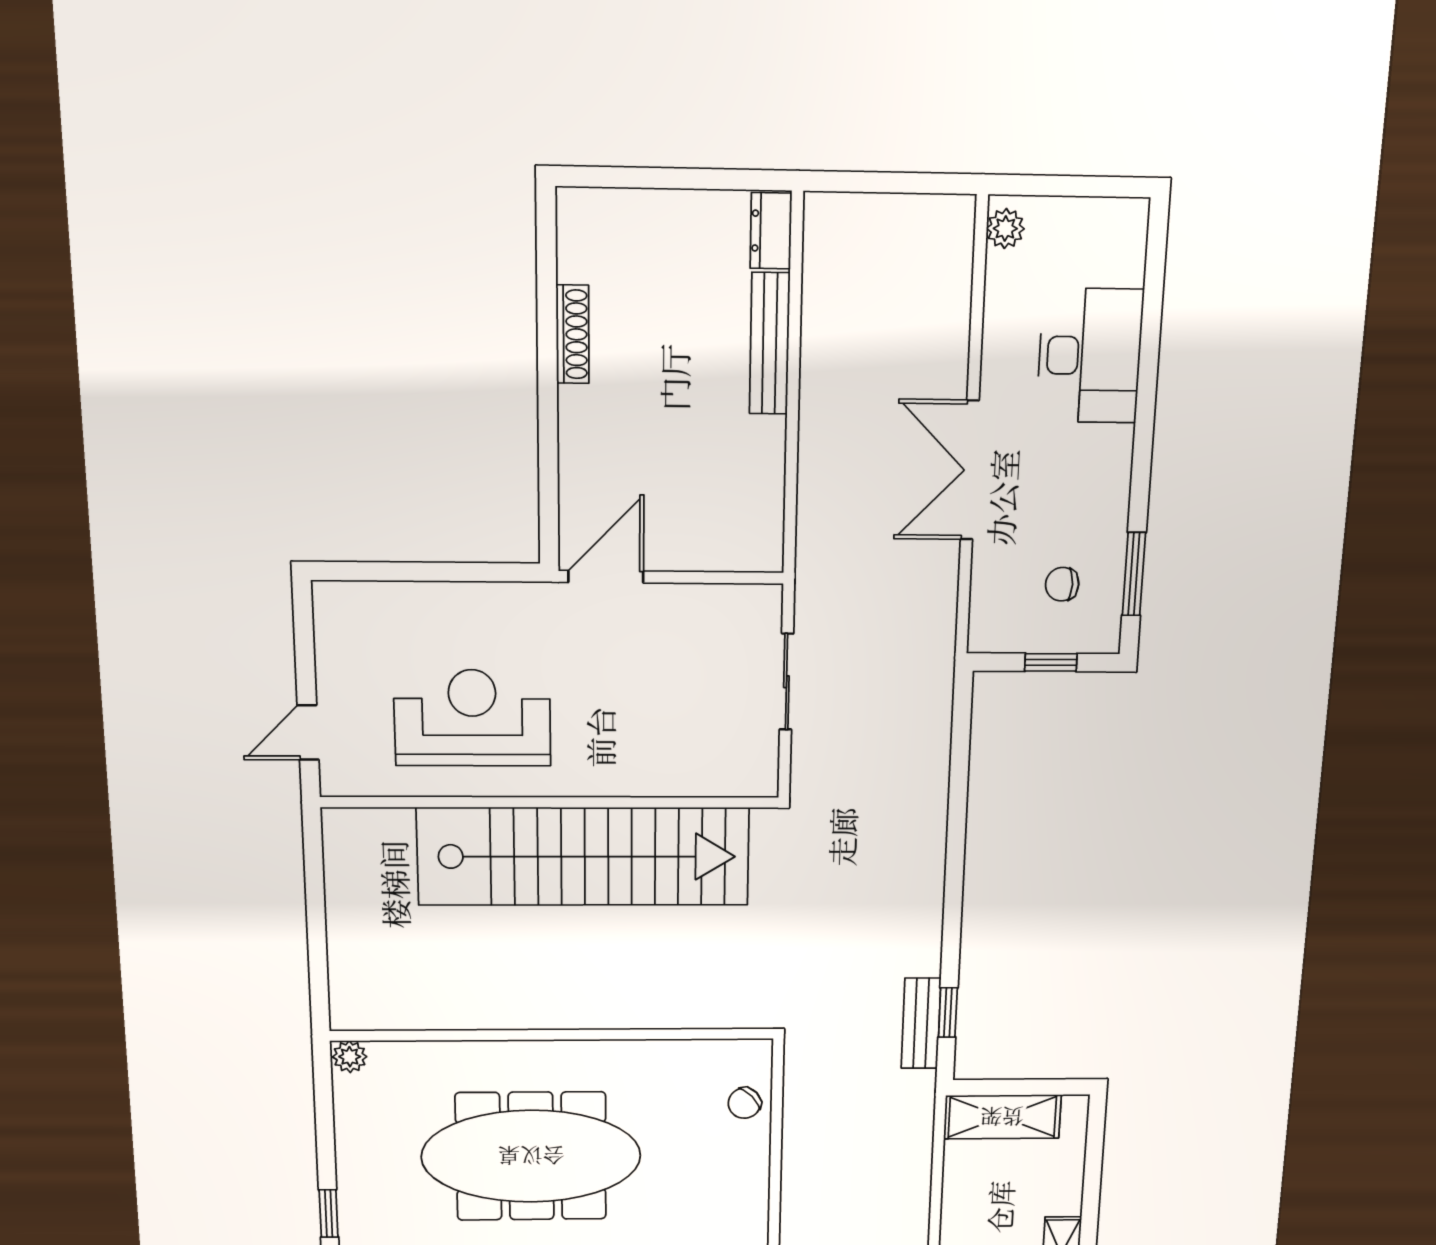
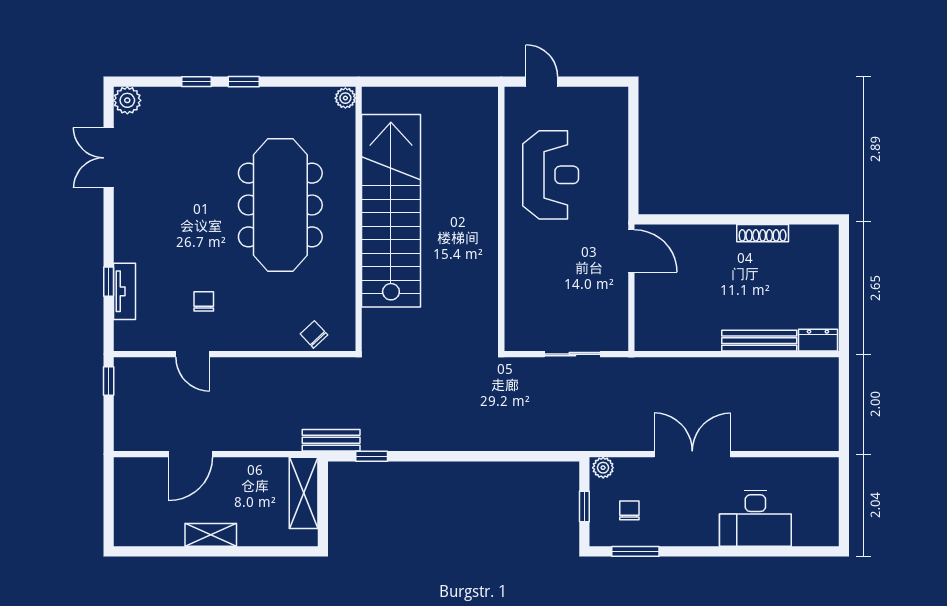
plant: (1005, 229) -> (603, 468), moved
stairs: (584, 857) -> (391, 211), moved, turned 180
bench: (921, 1023) -> (331, 440), moved

